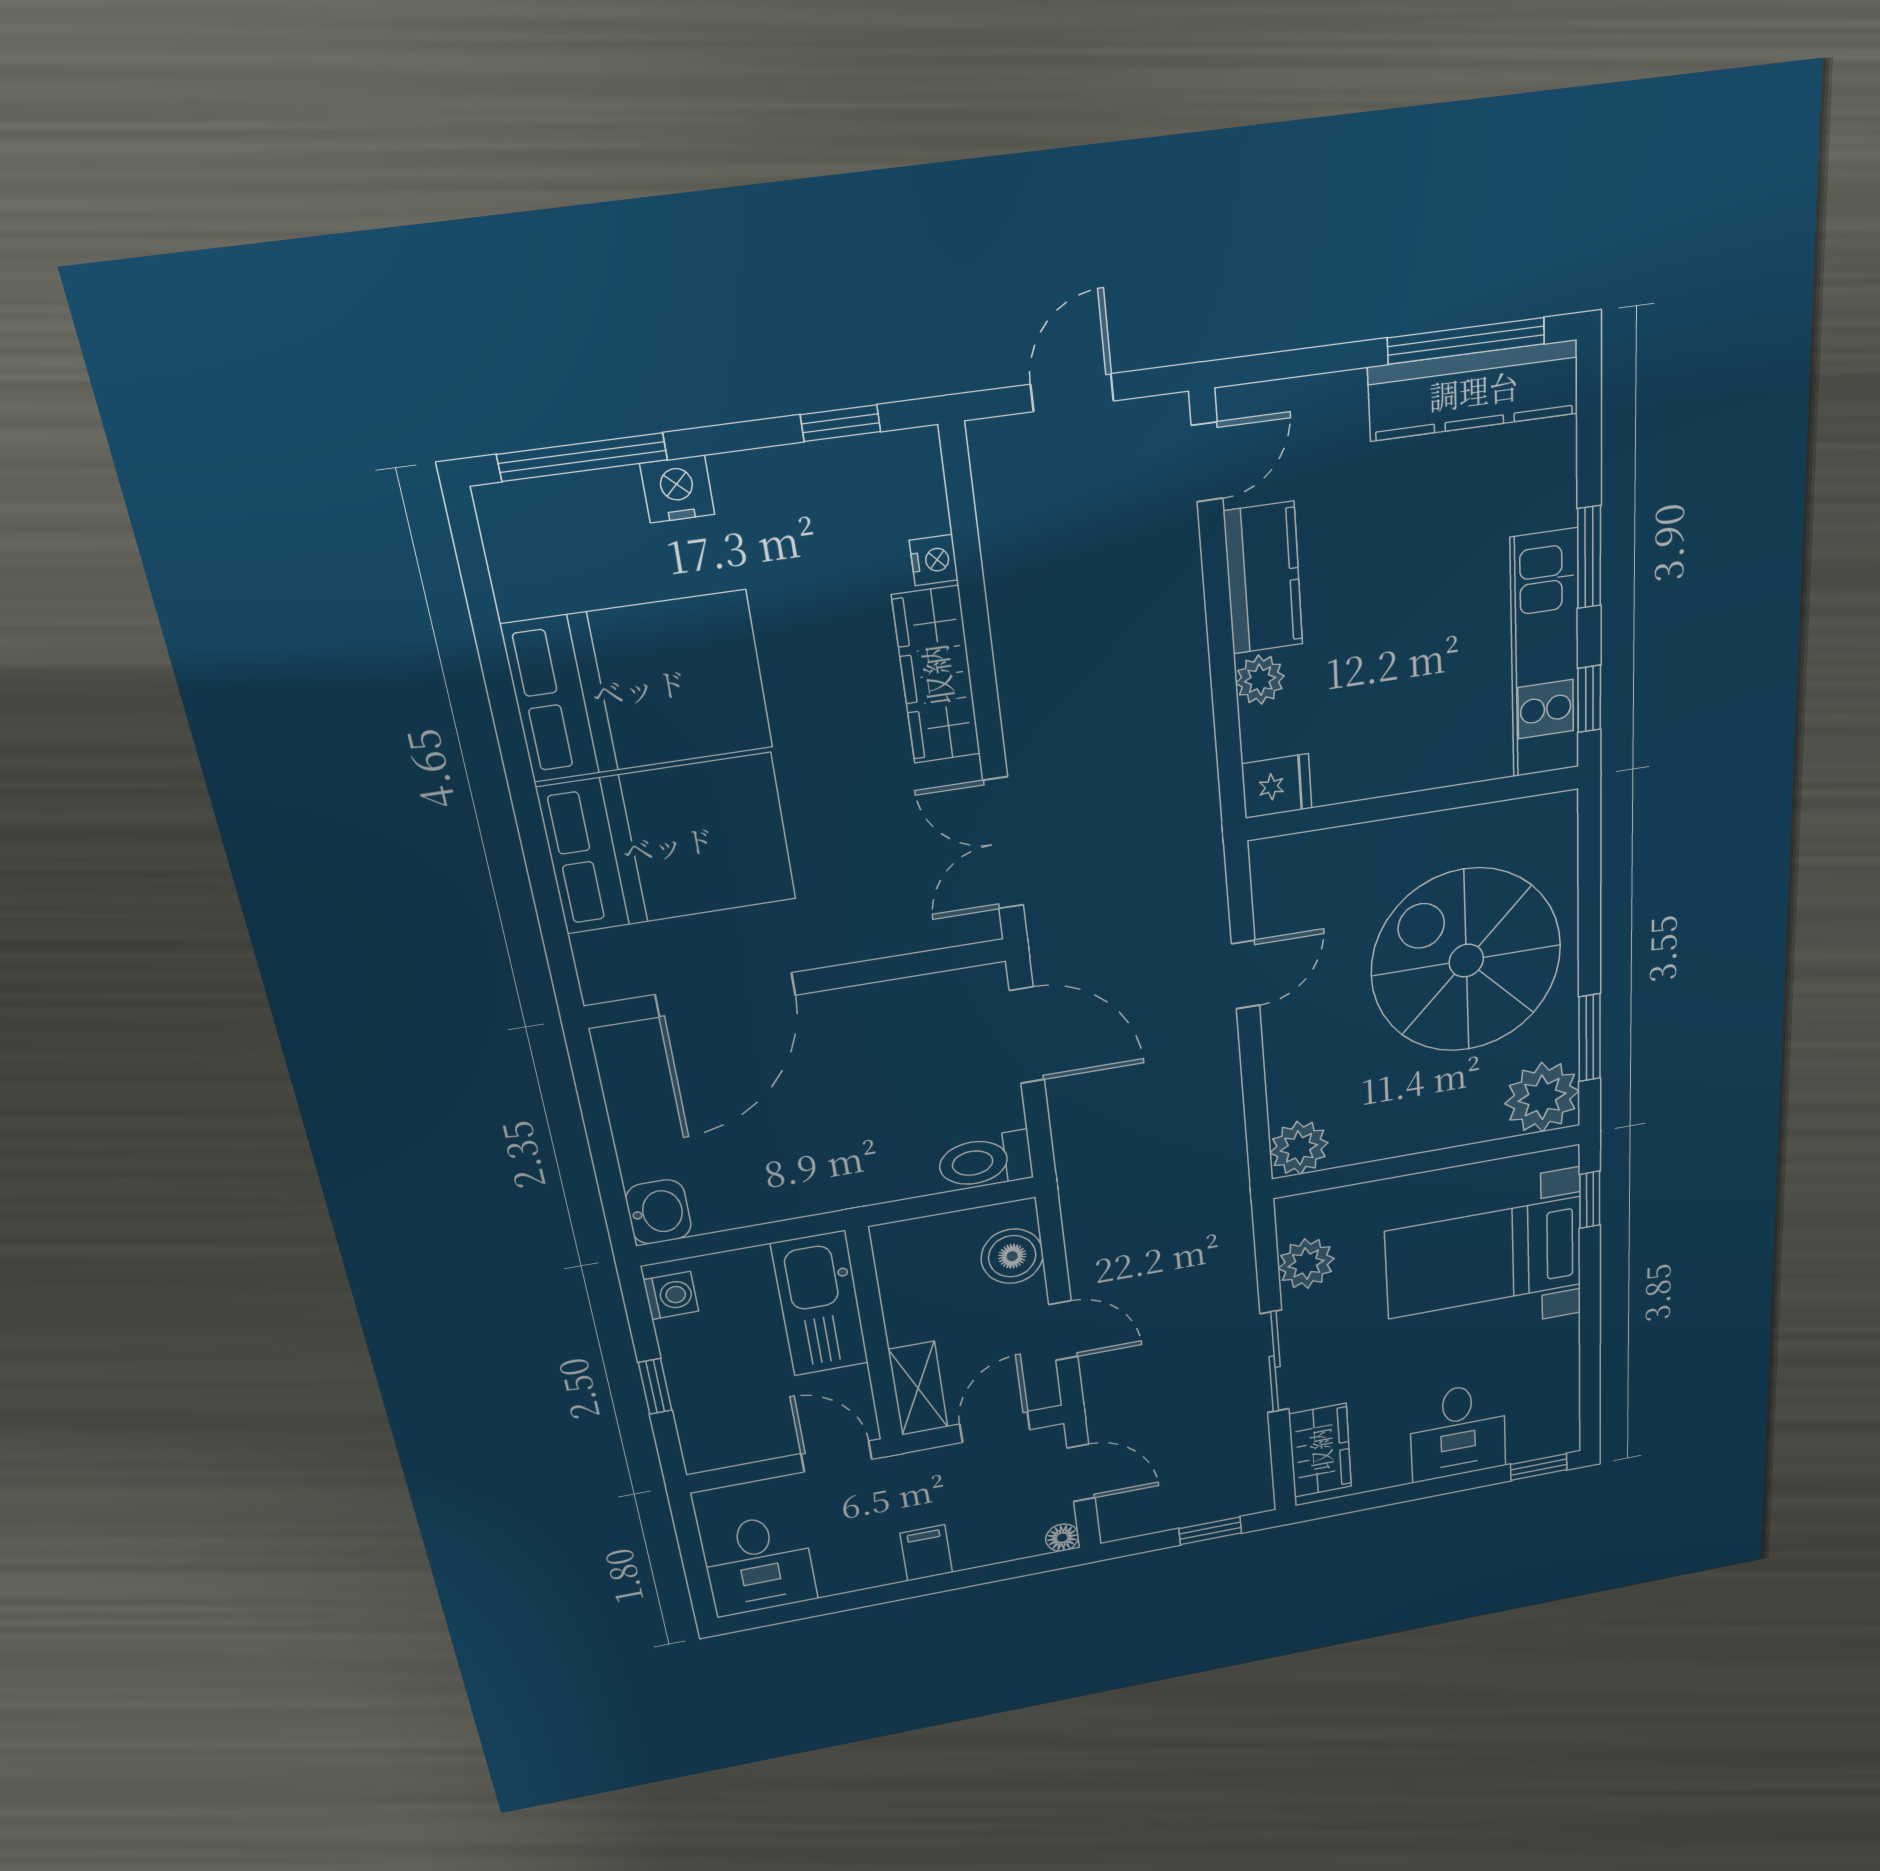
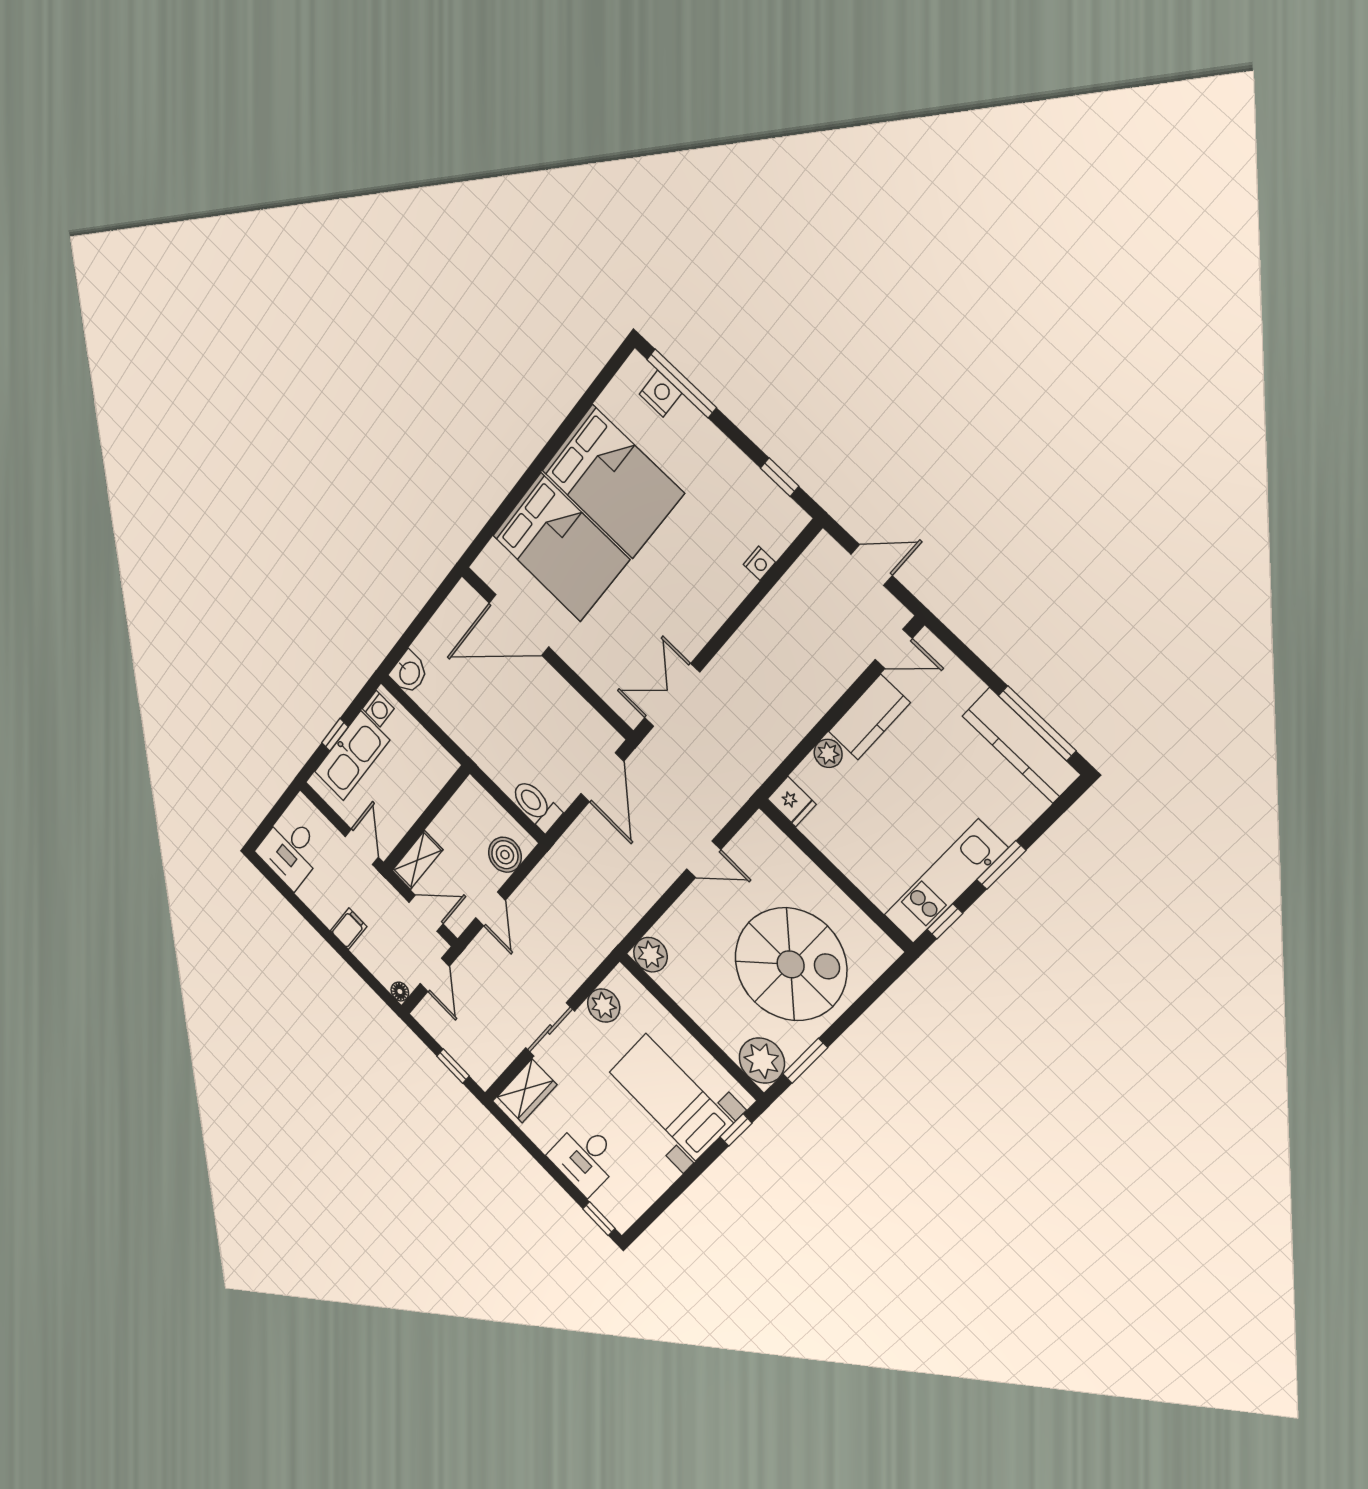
nightstand: (677, 489) -> (660, 394), moved
wardrobe: (936, 675) -> (716, 605), removed
spiral stairs: (1466, 961) -> (791, 964), turned 90
kitchen sink: (820, 1304) -> (352, 756), moved, turned 180

